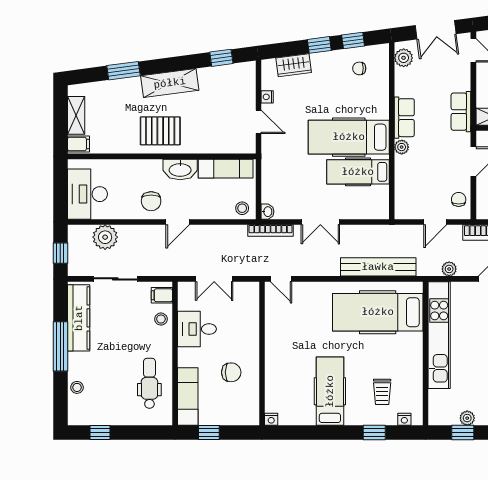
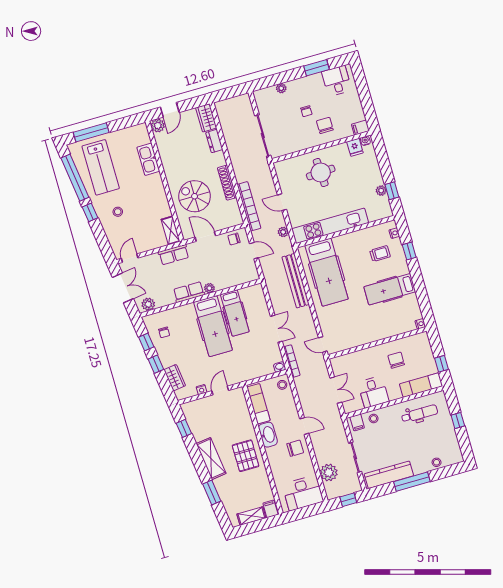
door: (281, 279) -> (323, 344), swing flipped
dental chair: (149, 383) -> (420, 414), turned 180
window: (100, 433) -> (458, 421), moved

